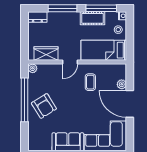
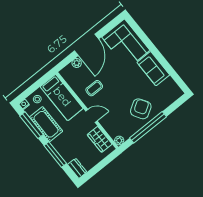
cot: (93, 18) -> (46, 124), width x1.37, depth x1.34

